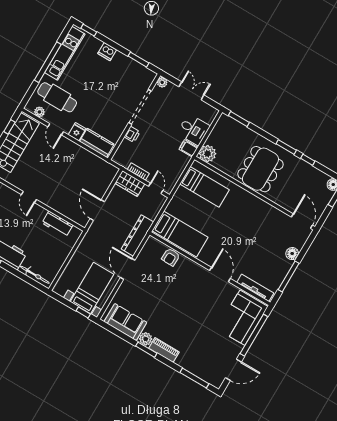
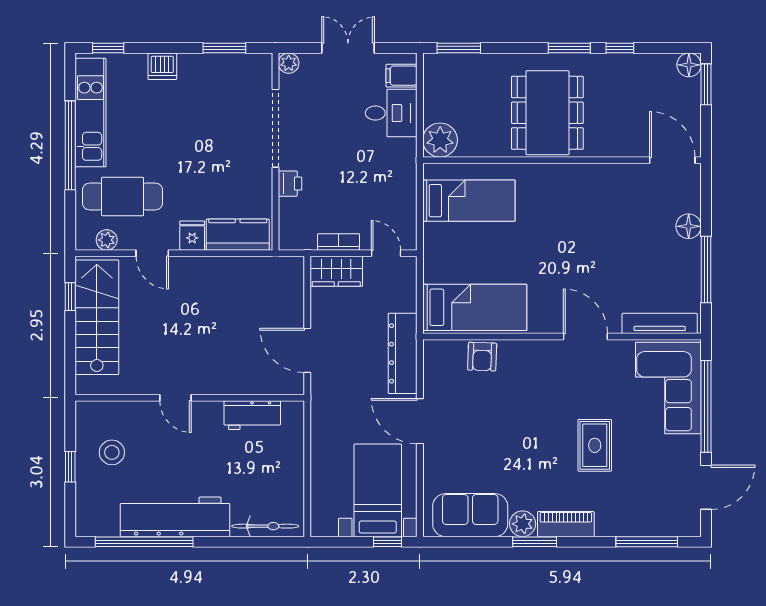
filing cabinet: (188, 148) -> (402, 76), moved
rug: (196, 324) -> (595, 445), added

